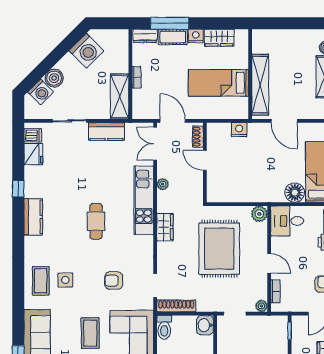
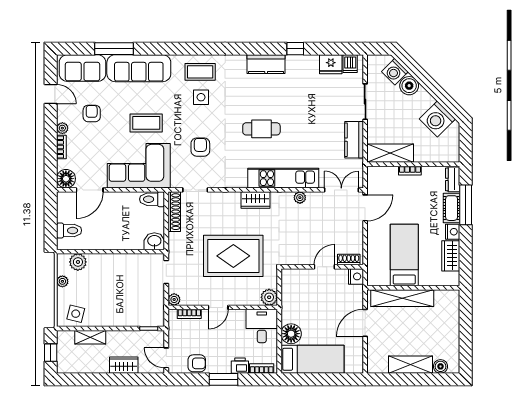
shoe rack: (198, 137) -> (349, 259), moved
door: (205, 160) -> (324, 267), moved
wall: (205, 162) -> (322, 267), moved

